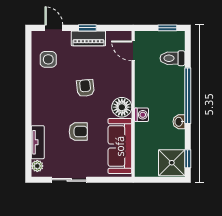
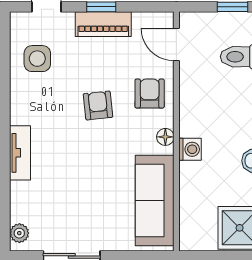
floor lamp: (122, 107) -> (165, 137), width x0.53, depth x0.53
armchair: (78, 132) -> (150, 94), moved, turned -90
tv unit: (38, 142) -> (20, 153), moved

